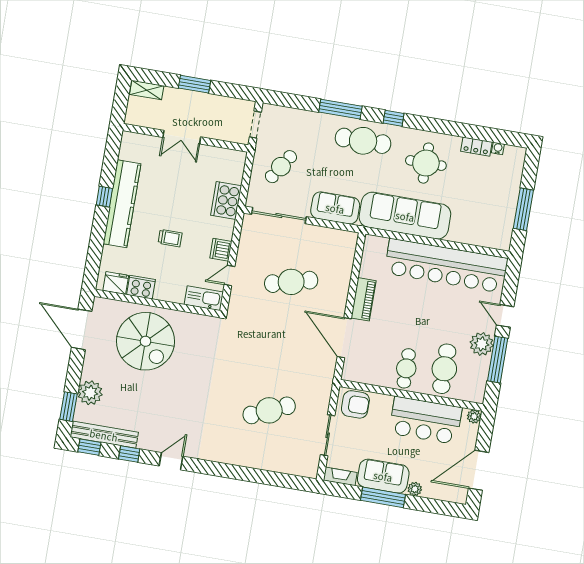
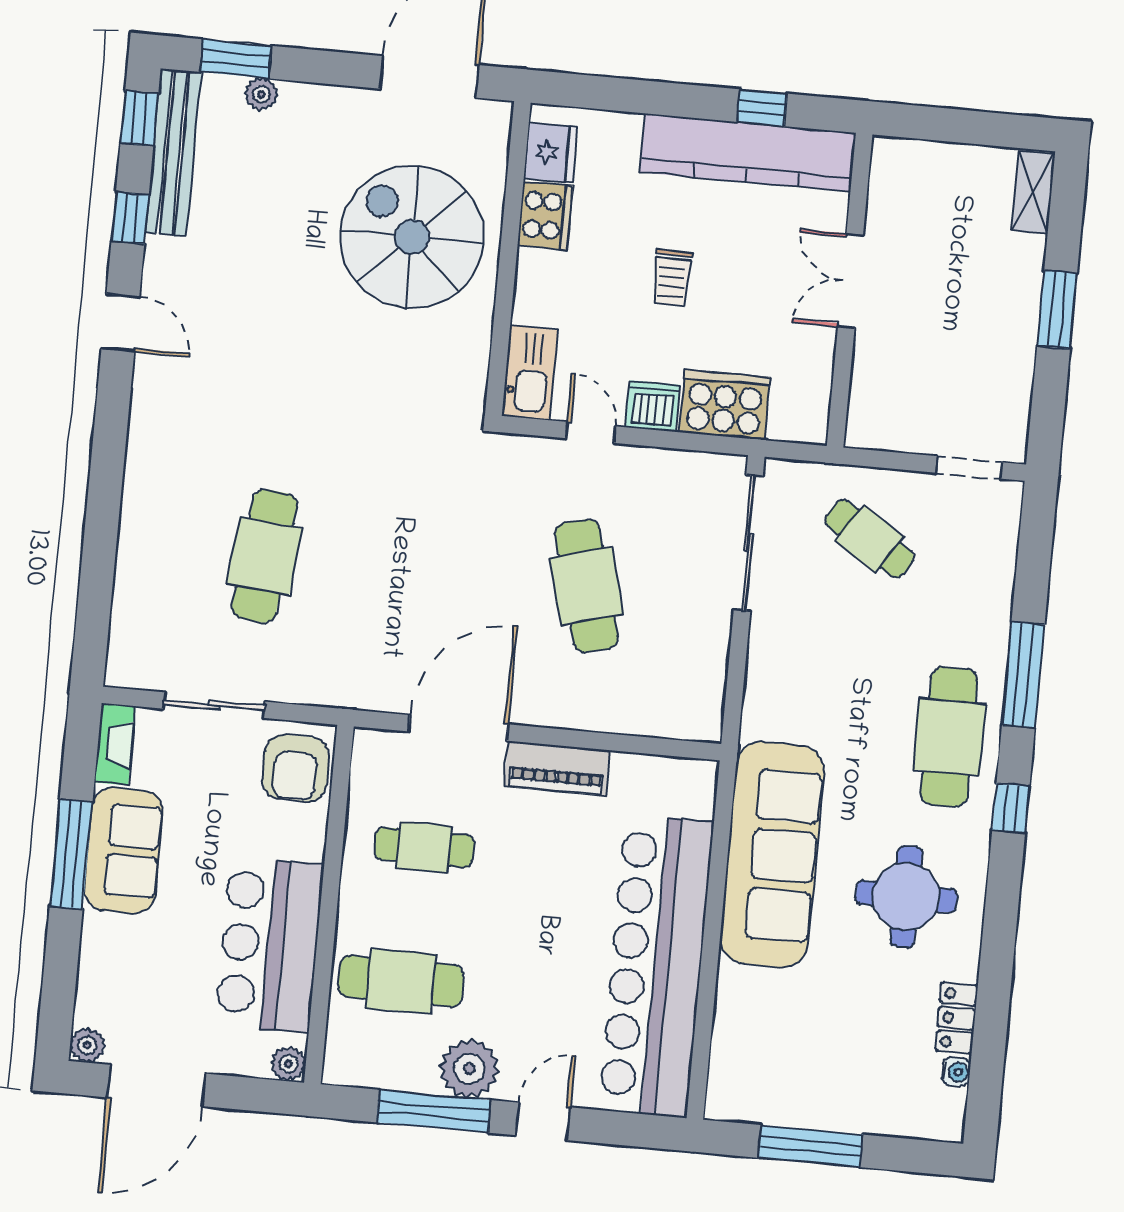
double door: (182, 137) -> (850, 281), moved
wall: (185, 138) -> (850, 290), moved
cooker: (226, 201) -> (725, 405), moved
sofa: (335, 208) -> (778, 681), removed
spiral stairs: (145, 341) -> (412, 237), turned 90
cafe table: (406, 368) -> (424, 848), moved
plant: (90, 393) -> (261, 94), width x0.53, depth x0.53
cafe table: (269, 410) -> (265, 556), turned 30
door: (479, 470) -> (156, 1085), swing flipped
plant: (415, 489) -> (87, 1045), moved

